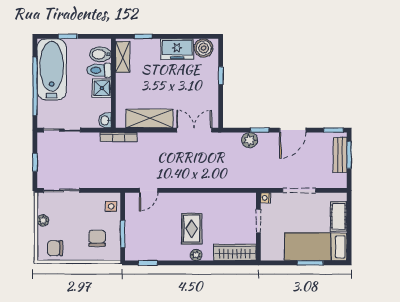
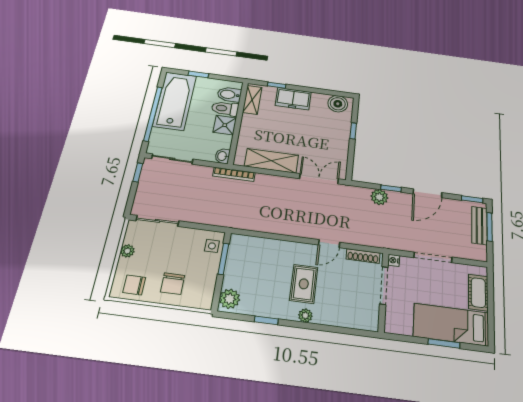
freezer: (177, 49) -> (293, 99), moved
window: (35, 162) -> (138, 172), moved
door: (149, 190) -> (329, 244), moved
shoe rack: (239, 198) -> (363, 256), added
doorway: (258, 221) -> (384, 285), width x1.38
window: (123, 234) -> (223, 259), moved
chair: (97, 238) -> (173, 284), moved, turned 180
plant: (133, 249) -> (230, 299), added
wardrobe: (235, 252) -> (353, 319), removed
window: (148, 263) -> (266, 320), moved

